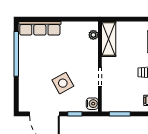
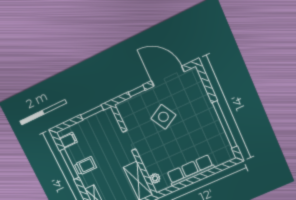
row of seats: (40, 28) -> (190, 170), moved
water cooler: (92, 104) -> (124, 110), removed

